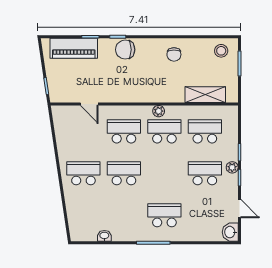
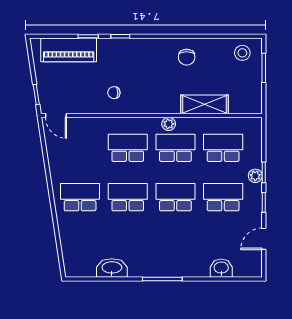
chair: (125, 50) -> (114, 93), moved, width x0.54, depth x0.54
shelving: (205, 95) -> (205, 104), moved
door: (89, 104) -> (56, 115), moved
plant: (232, 167) -> (255, 176), moved
door: (239, 209) -> (264, 239), swing flipped
school desk: (164, 215) -> (175, 197), moved
washbasin: (230, 232) -> (221, 268), moved, turned 90
washbasin: (104, 236) -> (112, 268), width x1.91, depth x1.45

